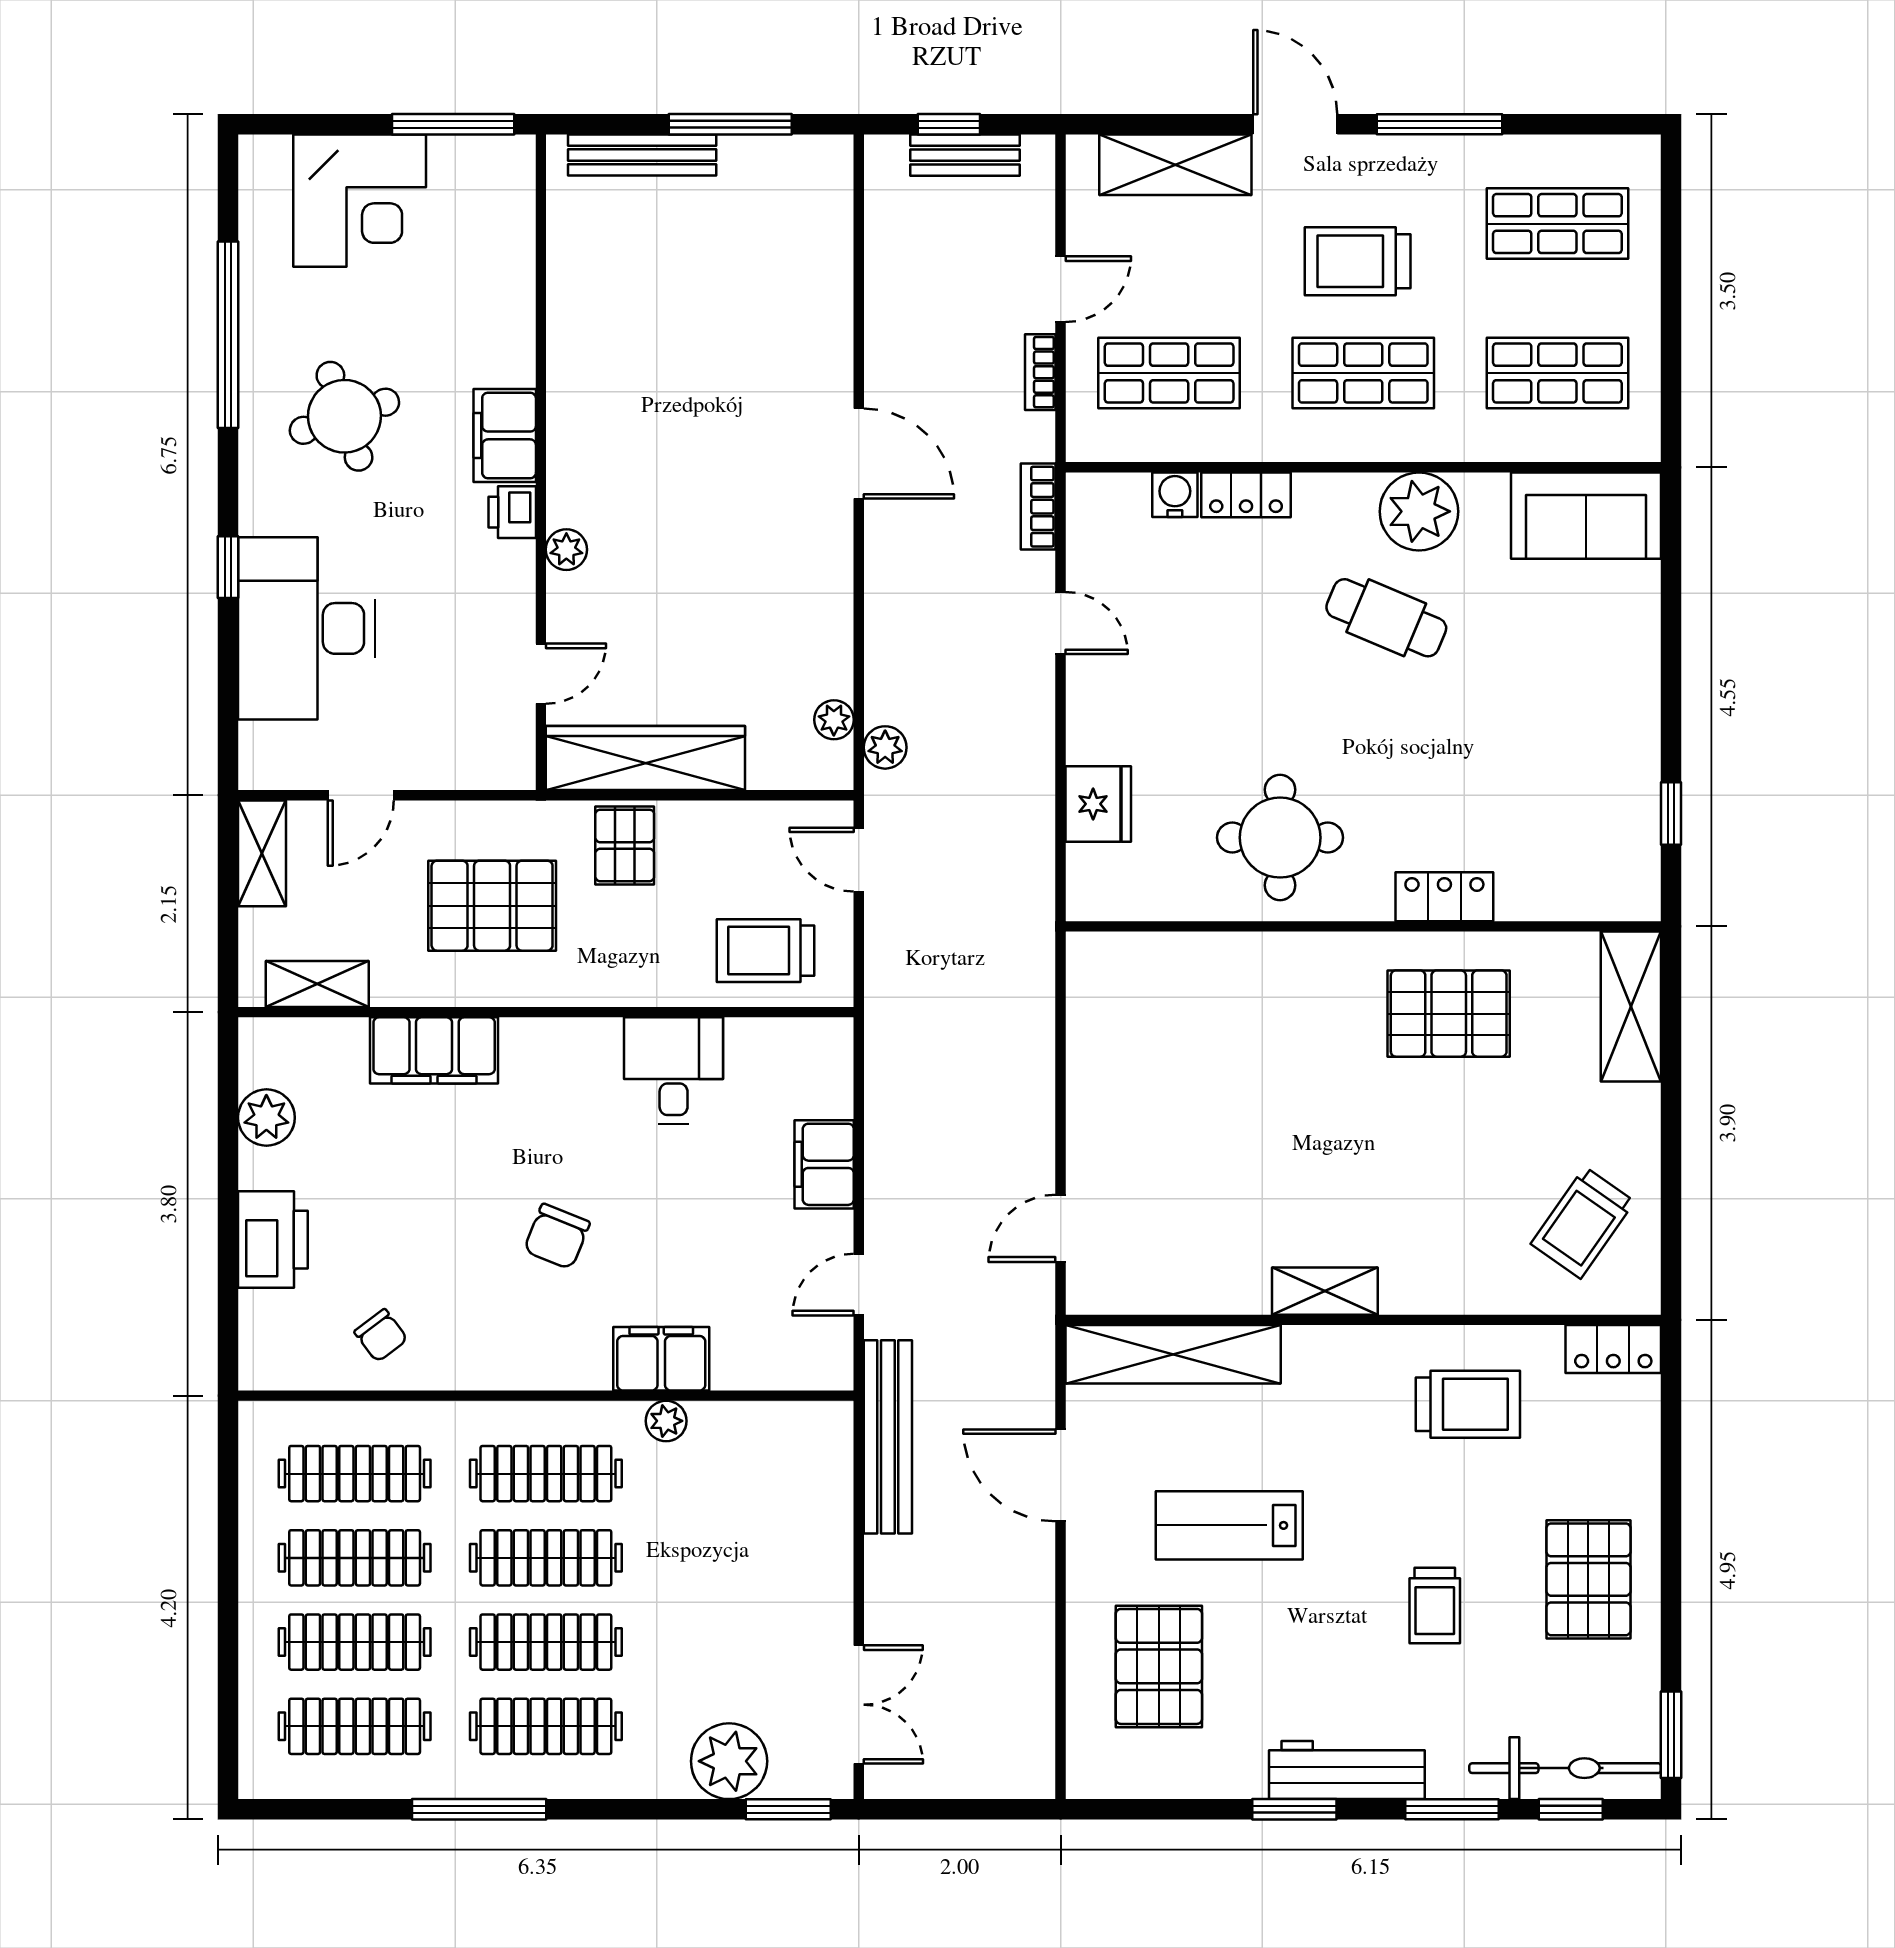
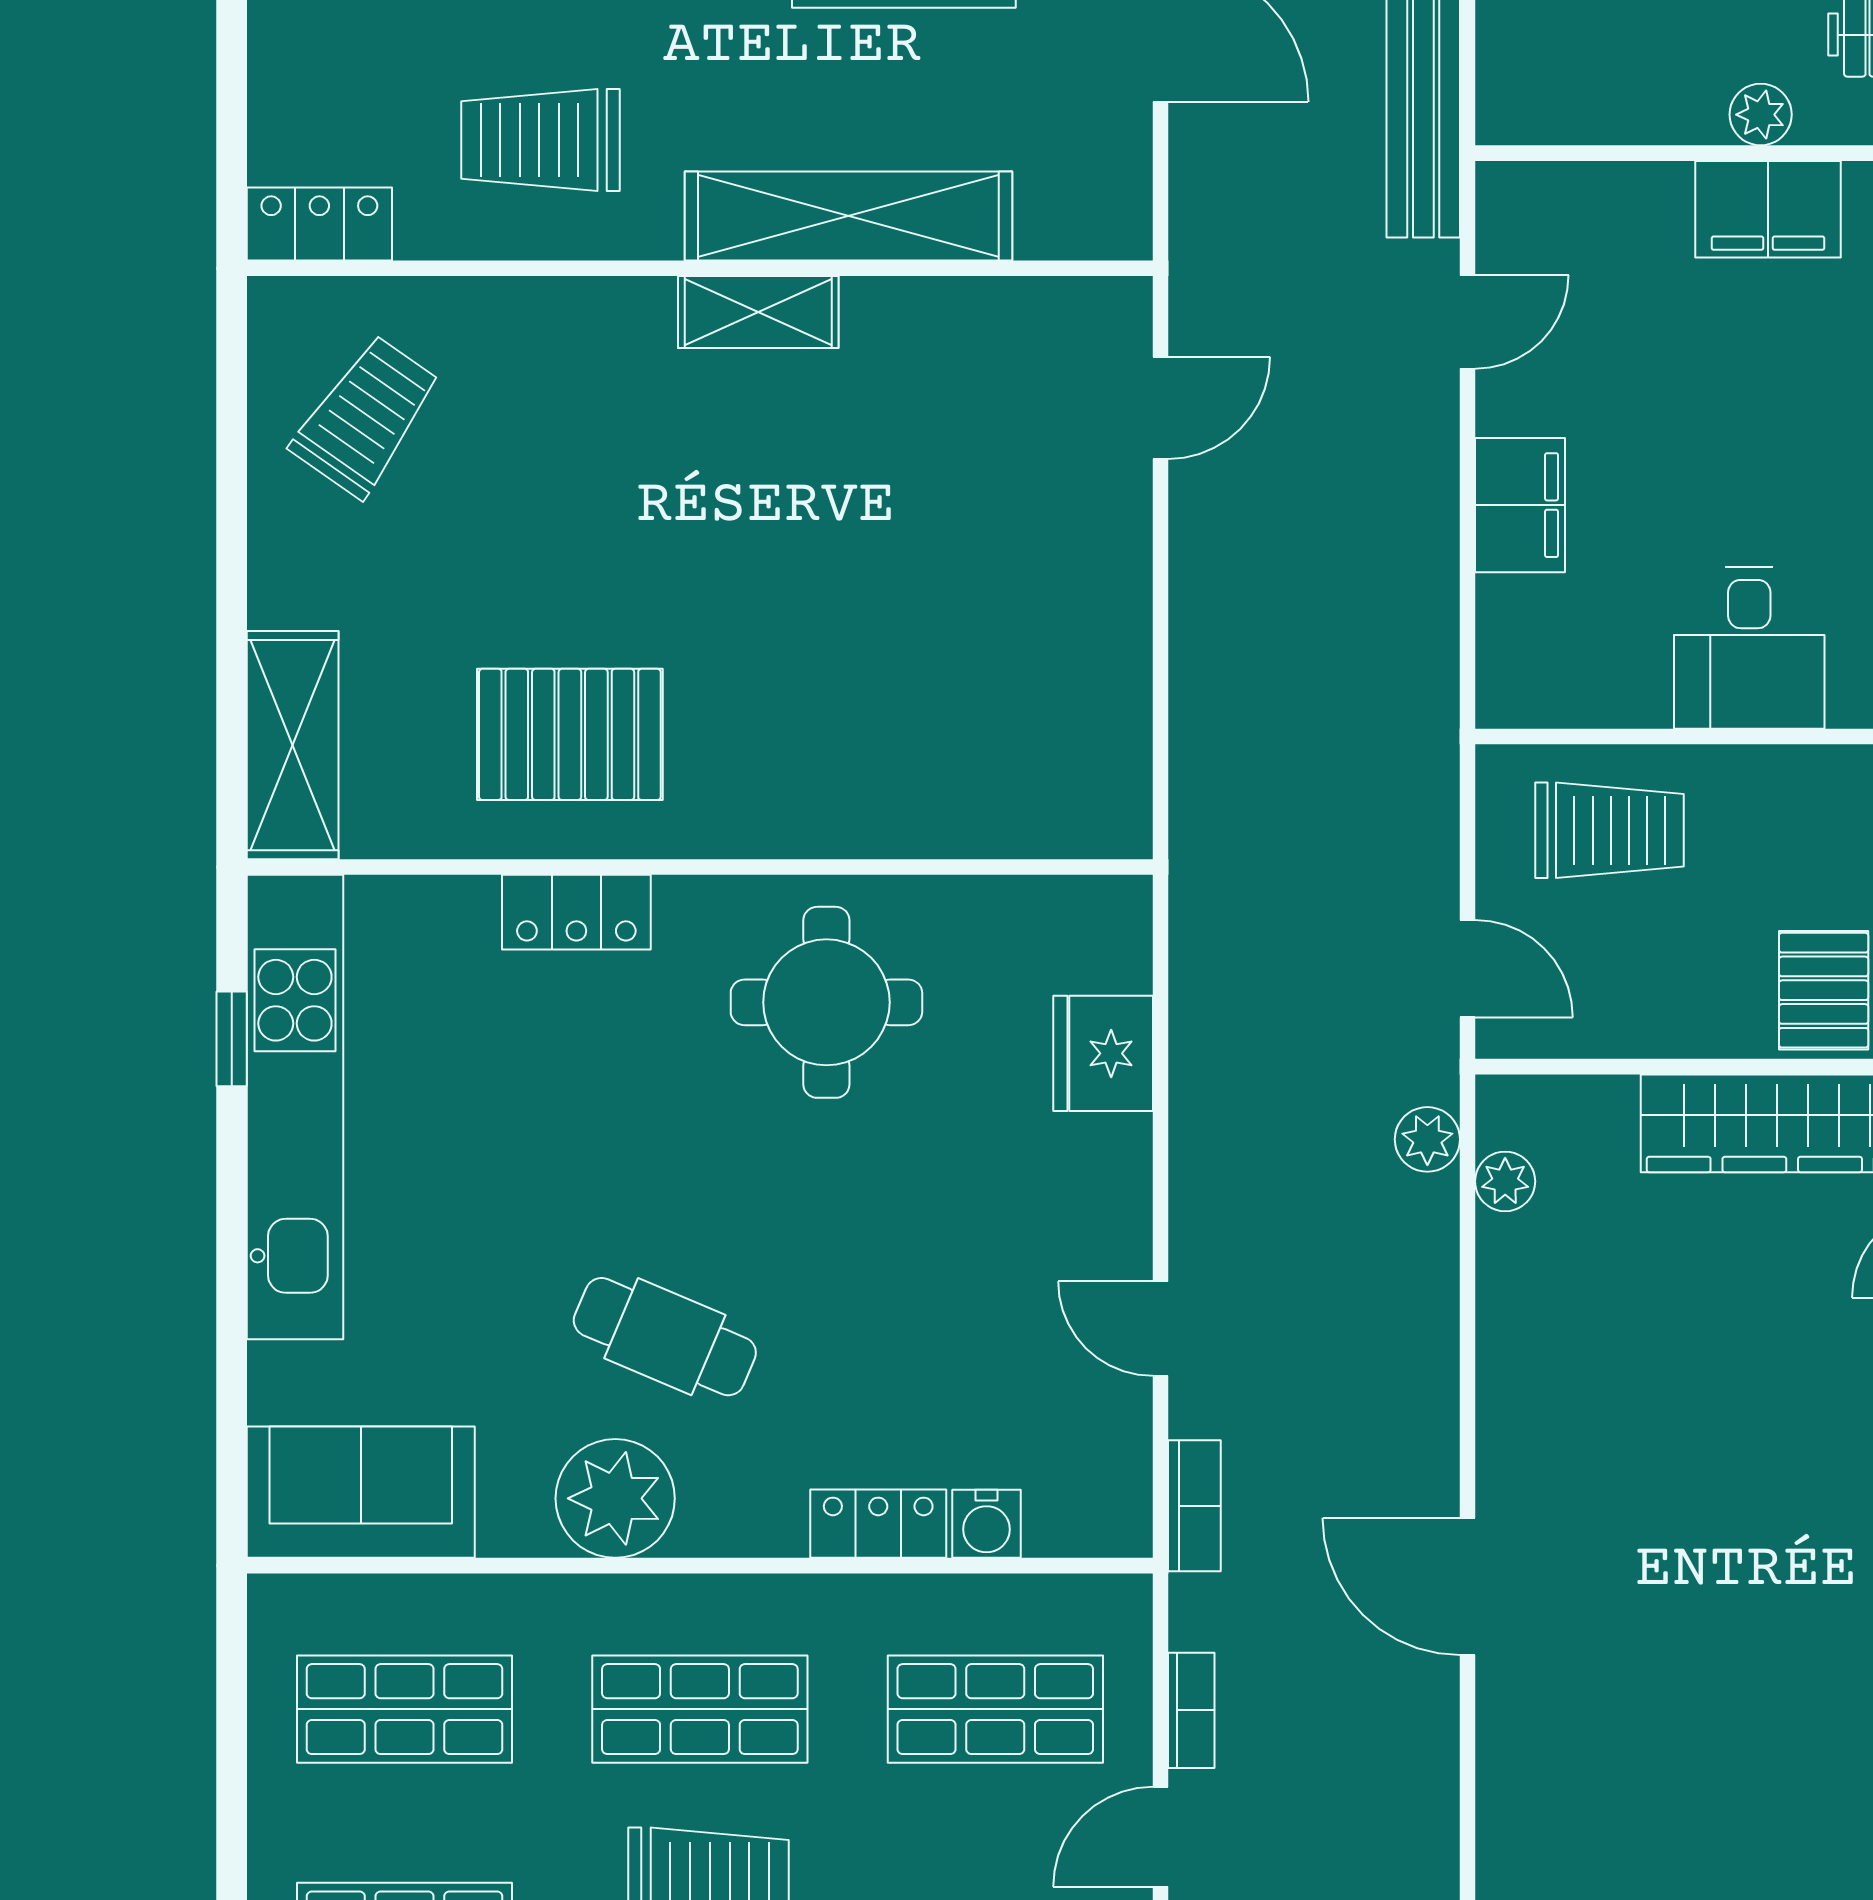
kitchen unit: (1629, 769) -> (295, 1107), added
shelving: (1173, 1354) -> (848, 216), moved

